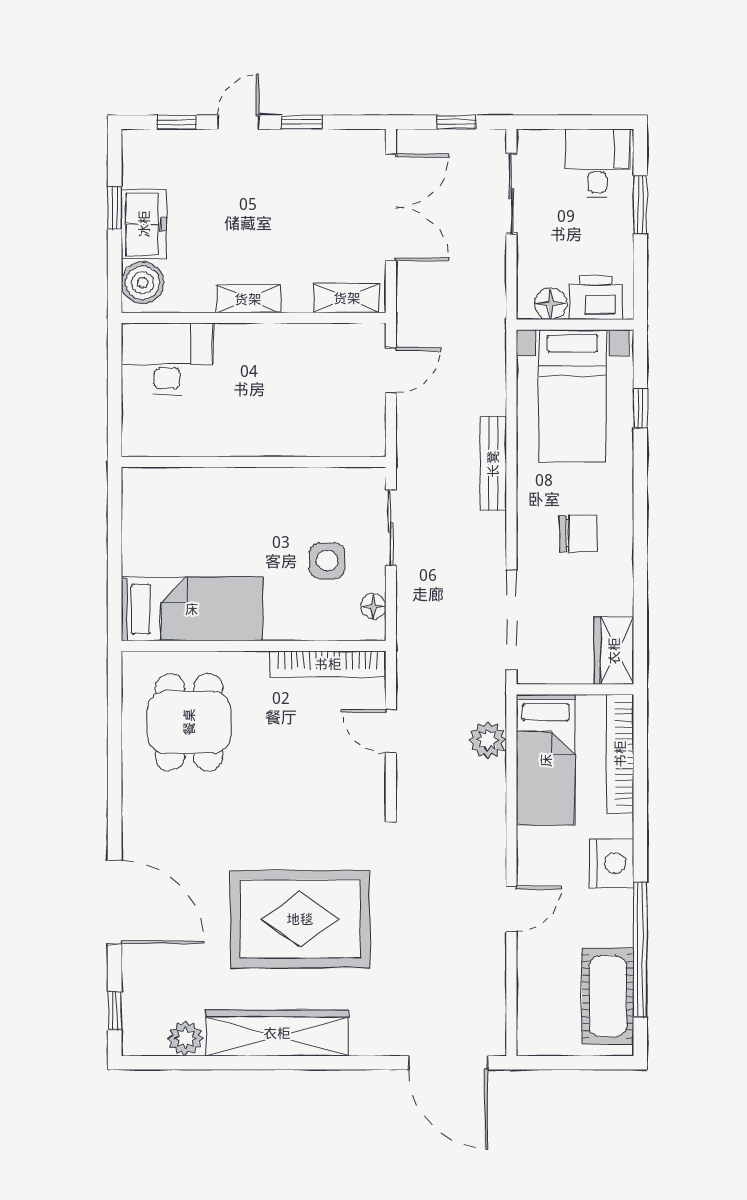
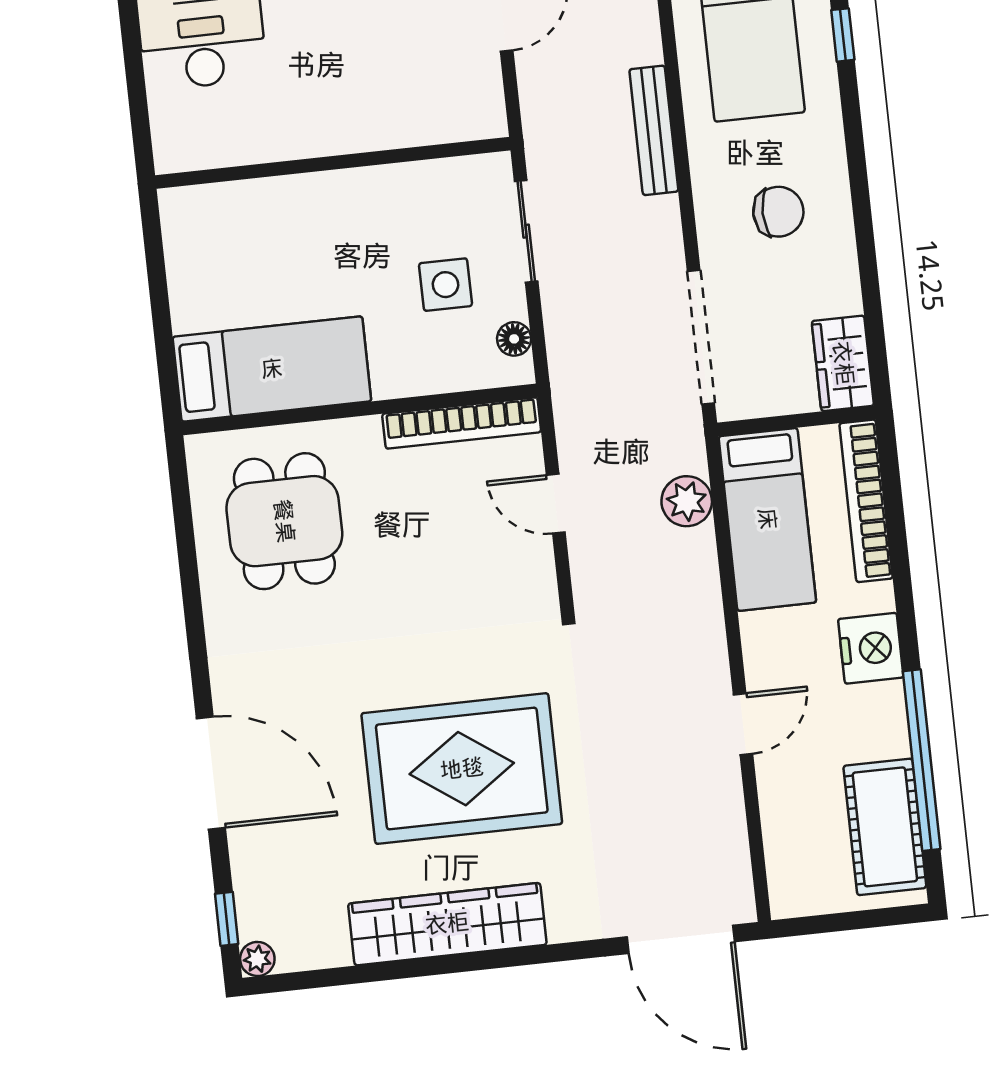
plant: (185, 1038) -> (257, 959), moved, width x0.73, depth x0.73

